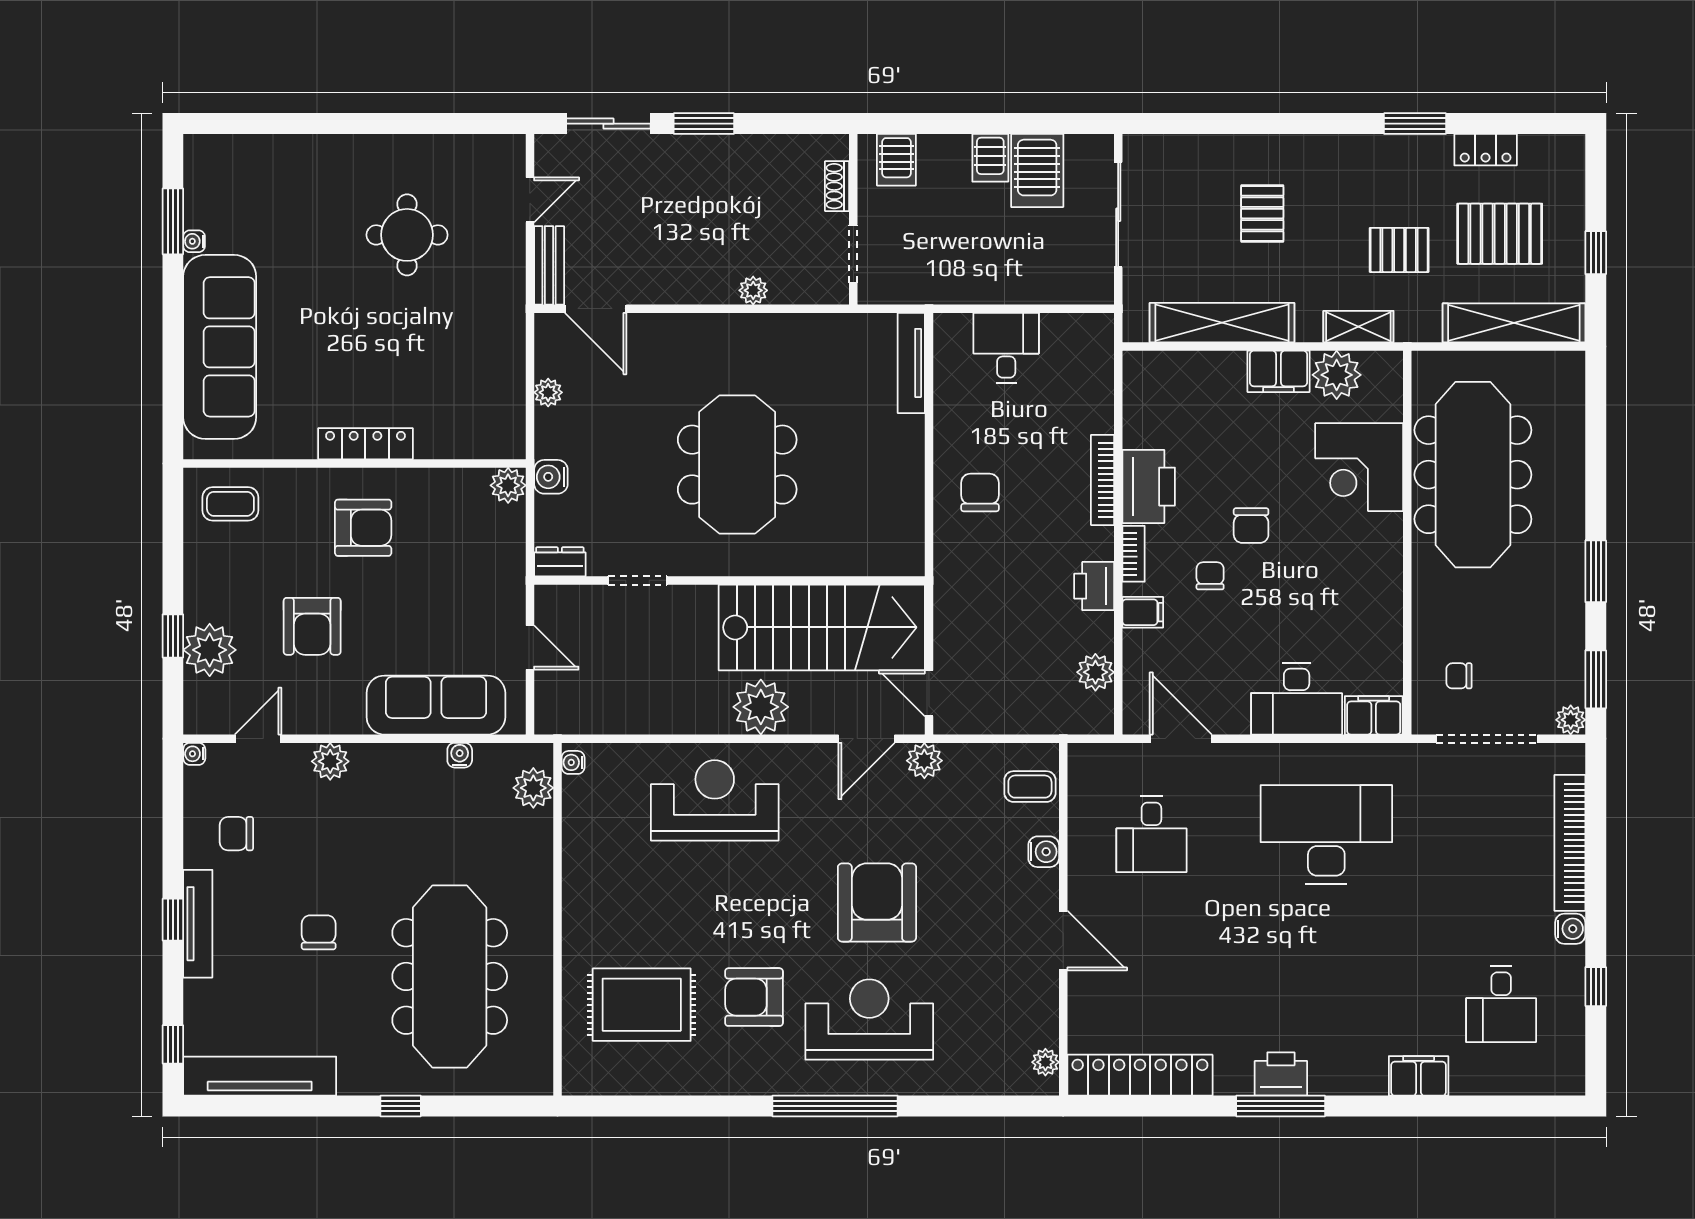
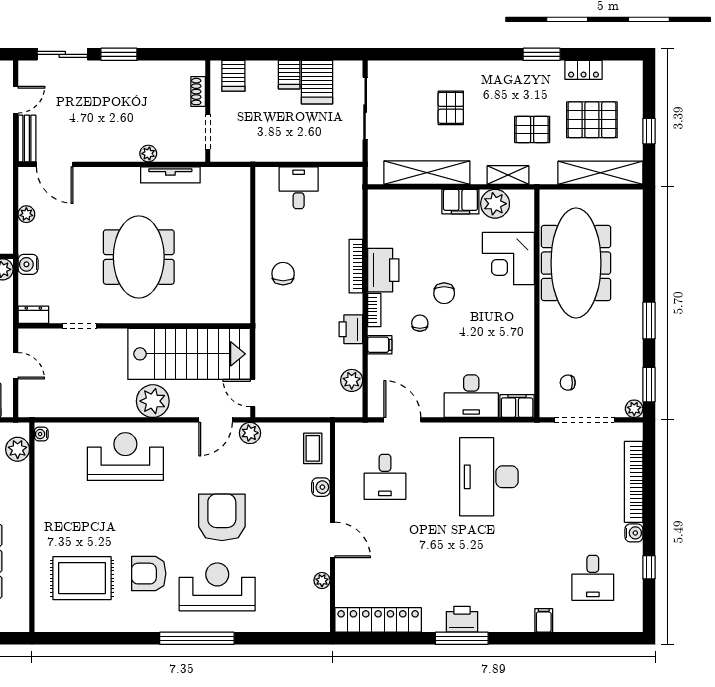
tv unit: (911, 363) -> (170, 175), moved, turned -90
coffee table: (1030, 787) -> (313, 448), turned 90
desk: (1326, 834) -> (489, 477), turned -90
plant: (1045, 1062) -> (322, 580), moved
filing cabinet: (1419, 1076) -> (544, 620), width x0.50

